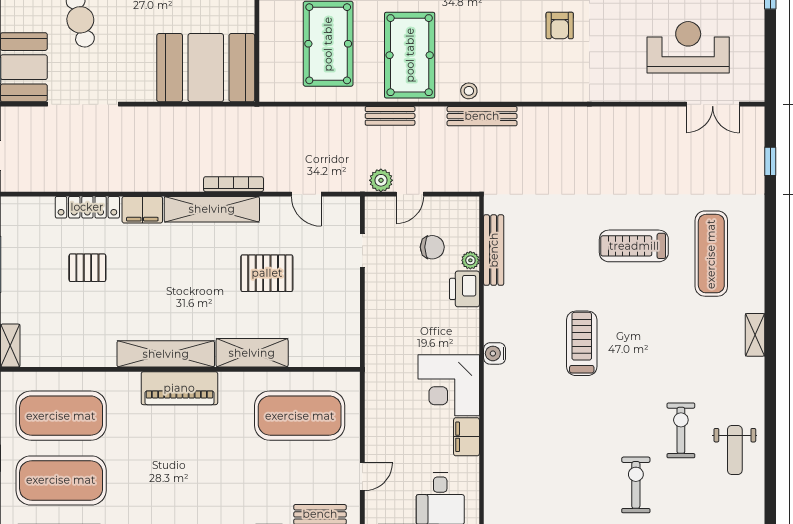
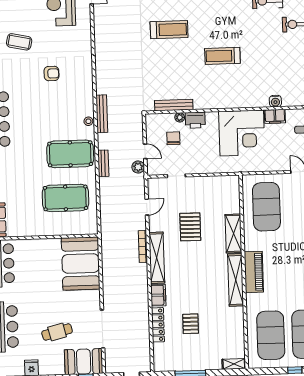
treadmill: (634, 246) -> (169, 30), turned -90
water cooler: (495, 353) -> (275, 101), moved
corner desk: (449, 385) -> (242, 133), width x1.36, depth x1.36

